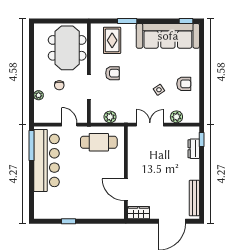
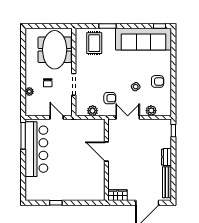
armchair: (113, 73) -> (110, 98), moved
cafe table: (99, 142) -> (83, 133), removed
dresser: (194, 149) -> (166, 157), moved
door: (126, 190) -> (106, 151), moved

